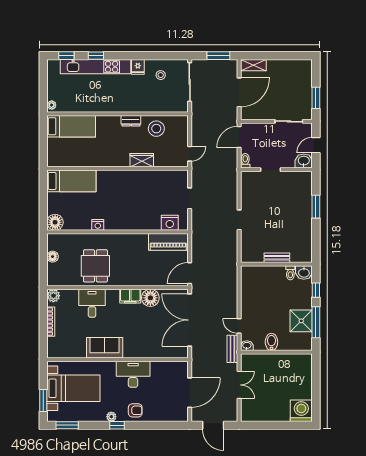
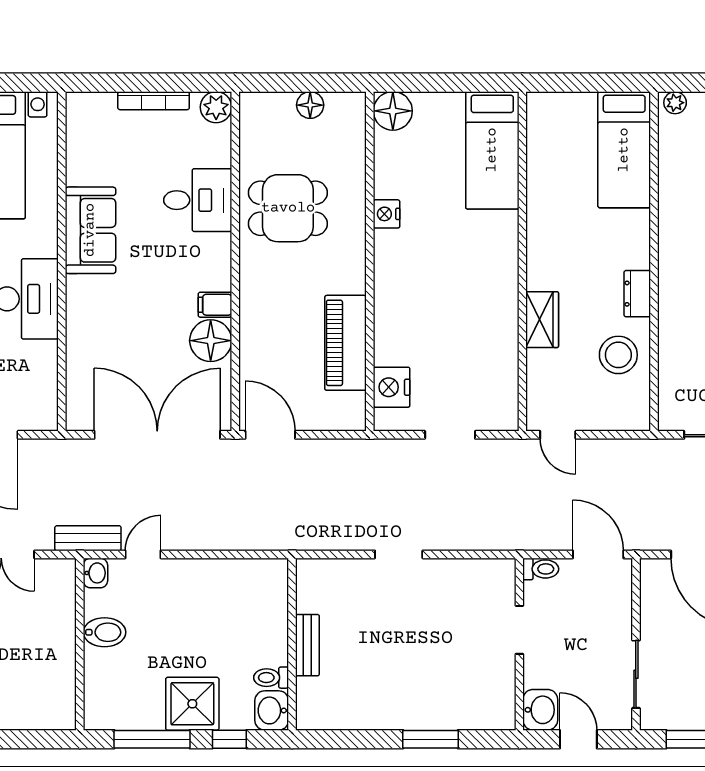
piano: (168, 242) -> (346, 343), moved
filing cabinet: (130, 296) -> (215, 305), width x0.50
shower: (301, 321) -> (192, 704), moved

